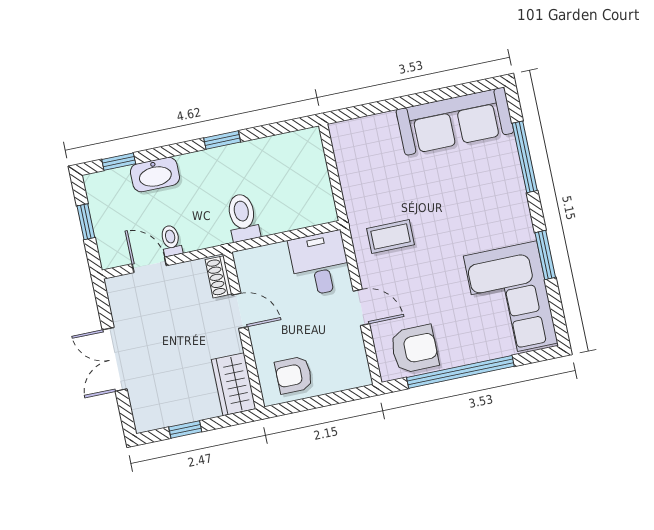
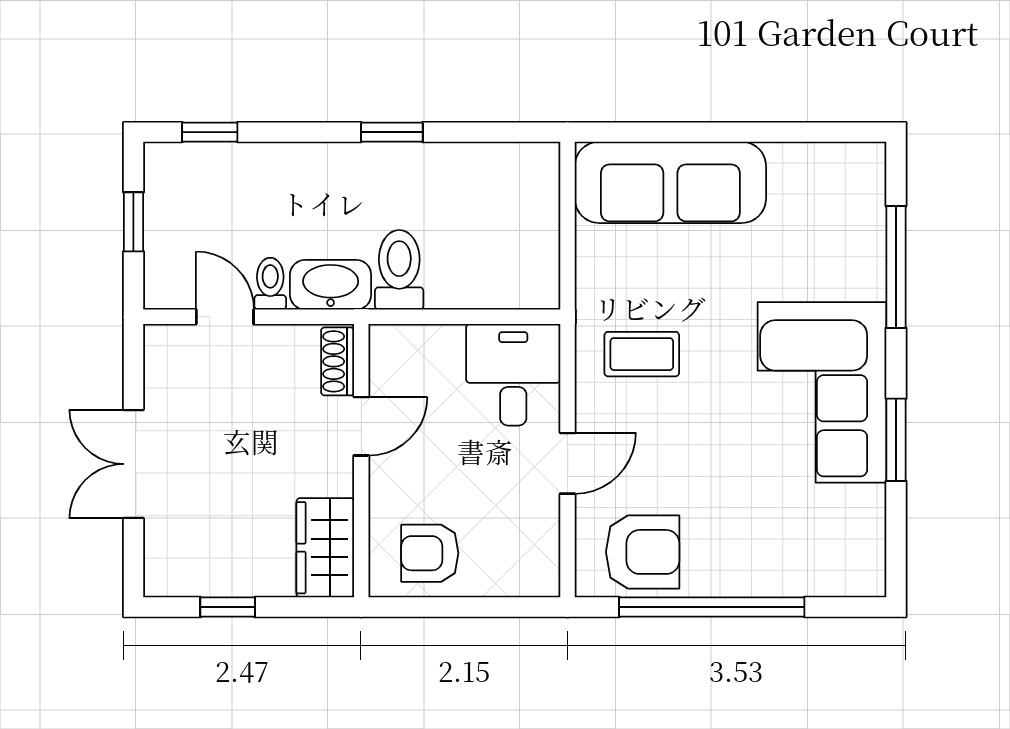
sofa: (455, 121) -> (670, 182), moved
washbasin: (155, 174) -> (331, 285), moved, turned 180
corner sofa: (511, 300) -> (822, 392), moved
door: (361, 307) -> (568, 463), hinge flipped
door: (240, 311) -> (361, 426), hinge flipped

